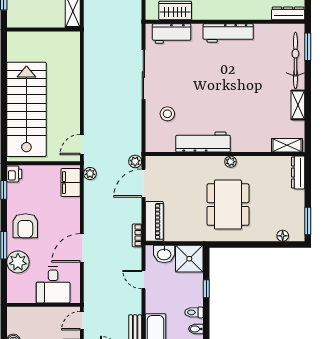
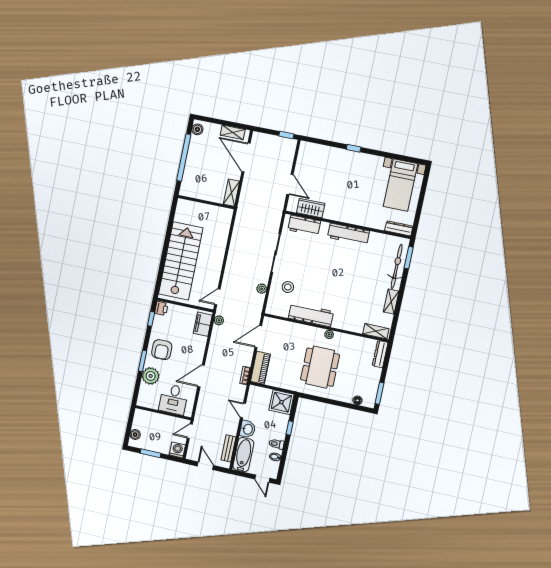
plant: (135, 161) -> (262, 289), moved
washbasin: (164, 254) -> (248, 429), moved, turned -90

